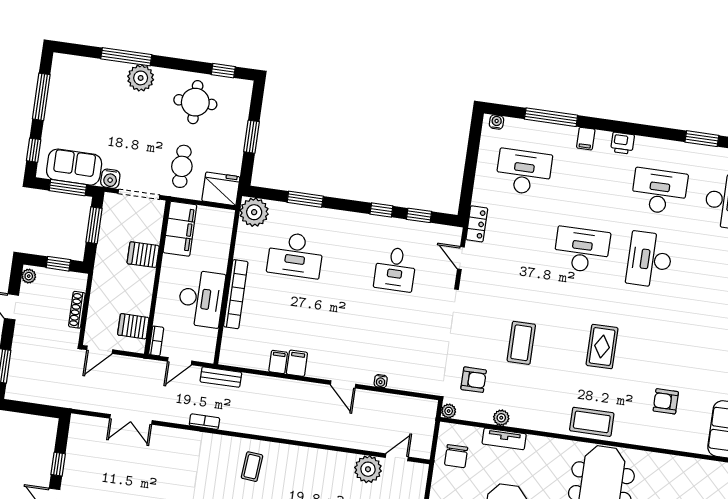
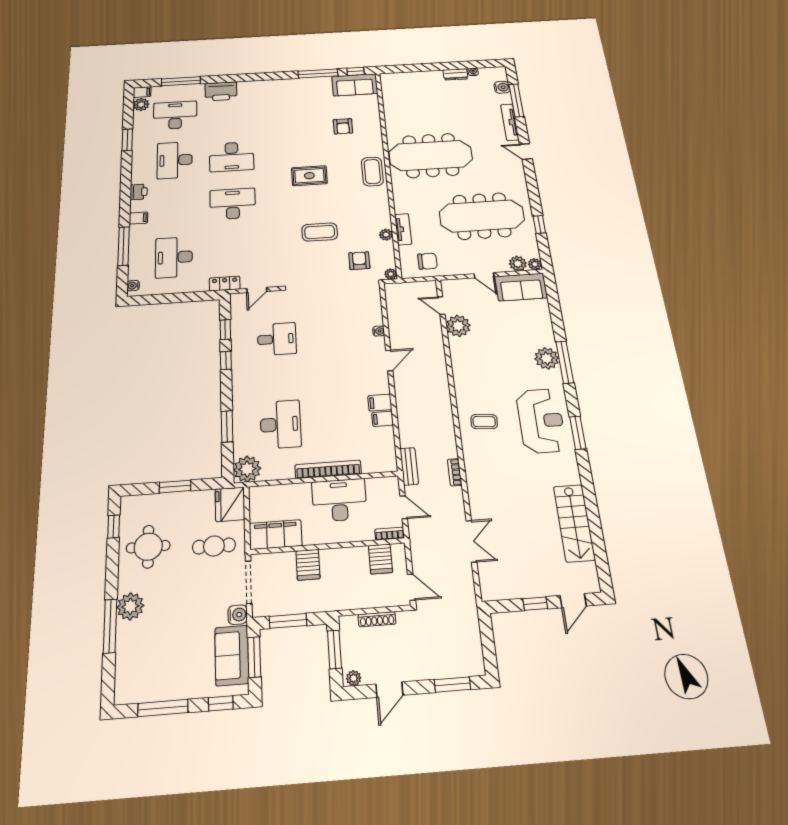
desk: (582, 250) -> (233, 204), turned 90
window: (58, 264) -> (334, 649), width x1.50

